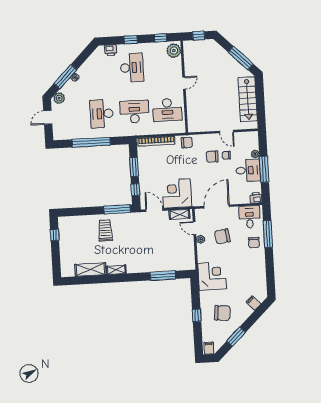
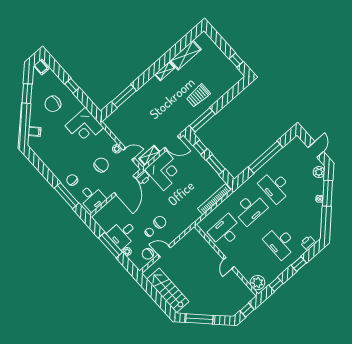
desk: (102, 114) -> (275, 187), turned 180
chair: (187, 143) -> (148, 254), moved
printer: (256, 198) -> (143, 178), moved
trolley: (105, 231) -> (198, 96), turned 90

